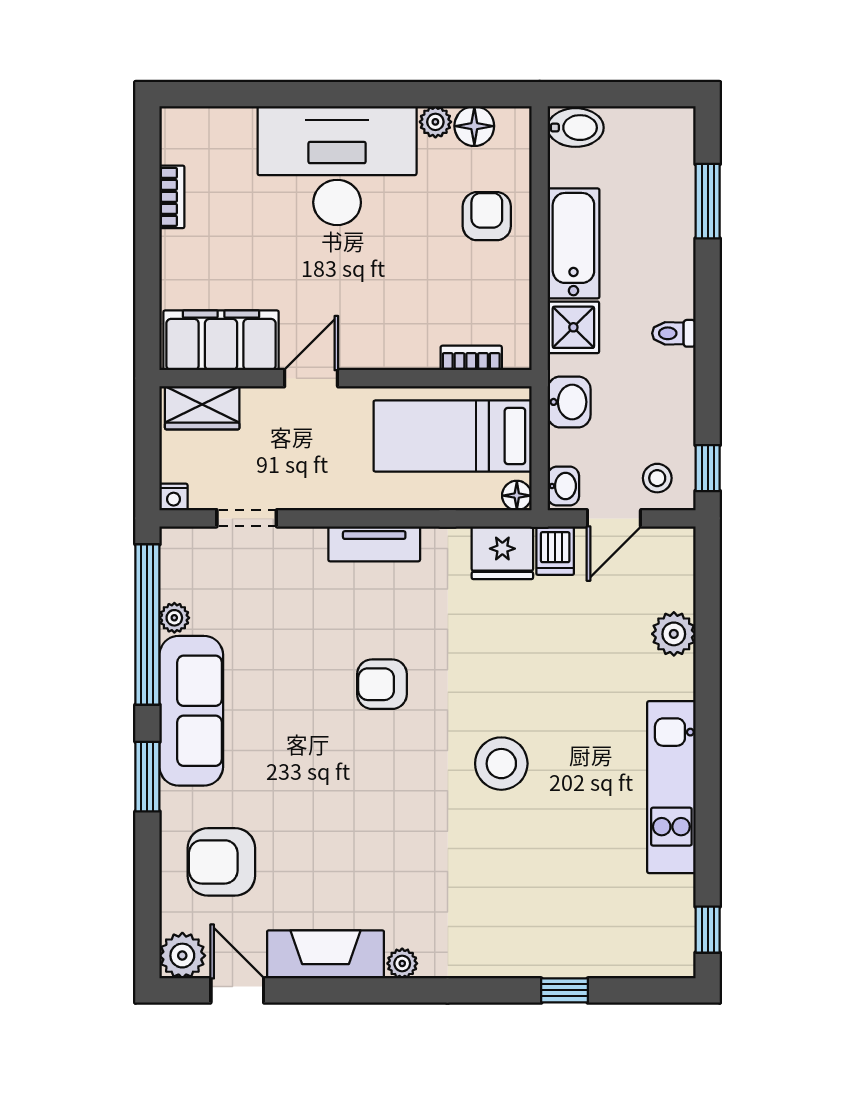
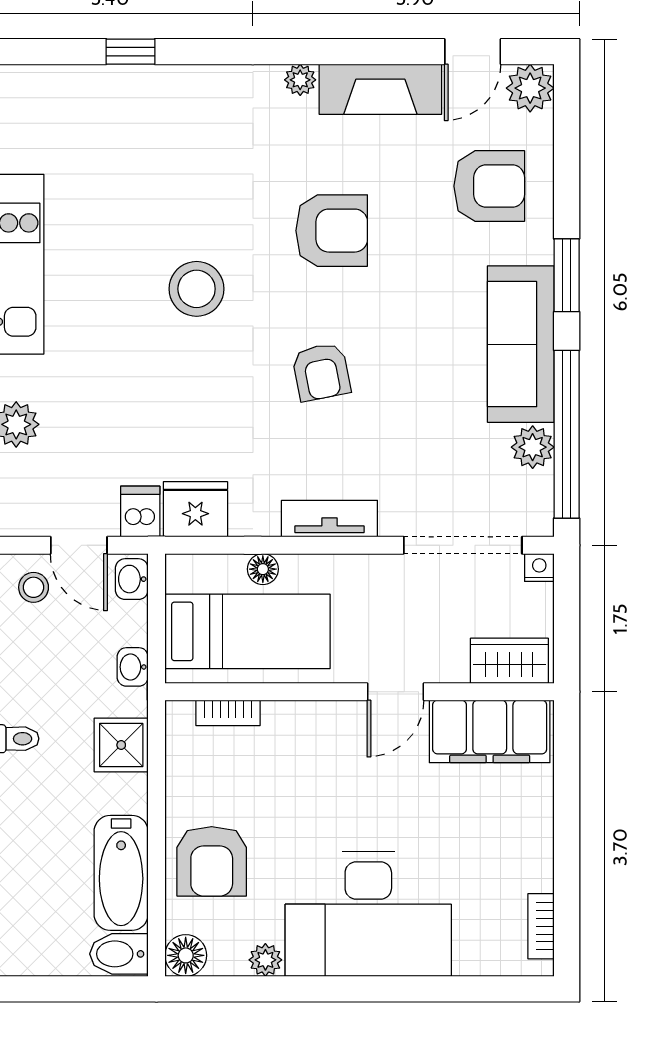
floor lamp: (474, 126) -> (186, 955), moved
bookcase: (172, 197) -> (541, 926), moved
armchair: (487, 216) -> (212, 861), width x1.38, depth x1.38
bathtub: (573, 243) -> (121, 873), moved
washbasin: (569, 402) -> (133, 667), width x0.72, depth x0.69
floor lamp: (517, 496) -> (263, 569), moved
doorway: (247, 518) -> (463, 545), width x1.88
door: (614, 518) -> (79, 545), swing flipped
plant: (174, 618) -> (533, 447), width x1.38, depth x1.38
armchair: (382, 684) -> (321, 372), turned 79
armchair: (372, 819) -> (332, 231), added
door: (237, 990) -> (473, 52), hinge flipped

